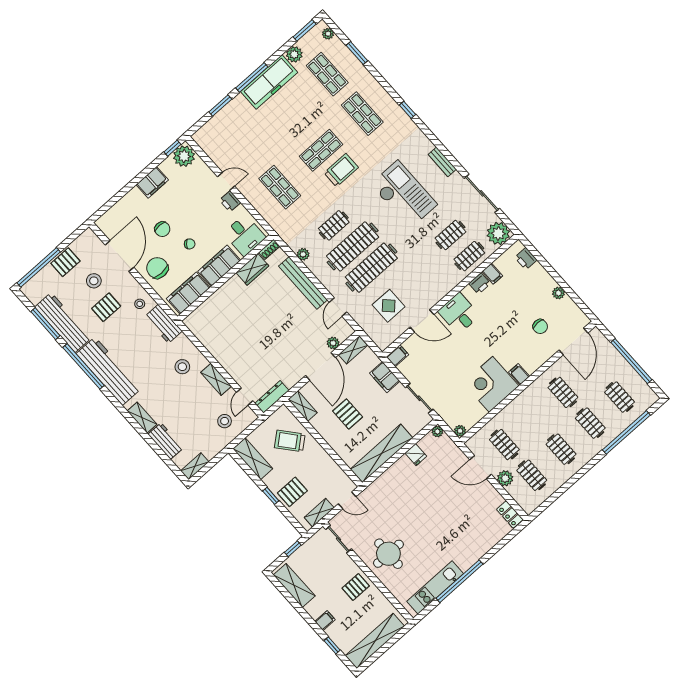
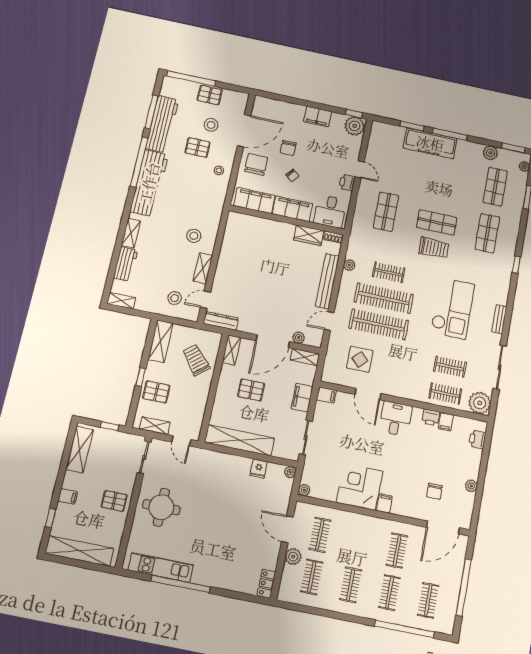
freezer: (269, 82) -> (430, 143), moved
workbench: (163, 324) -> (217, 198), removed
pallet: (348, 414) -> (251, 390), turned 90

